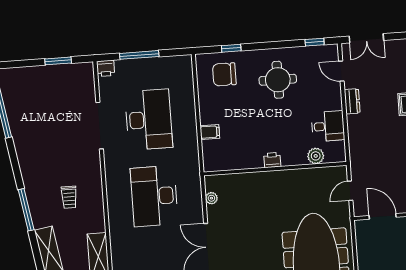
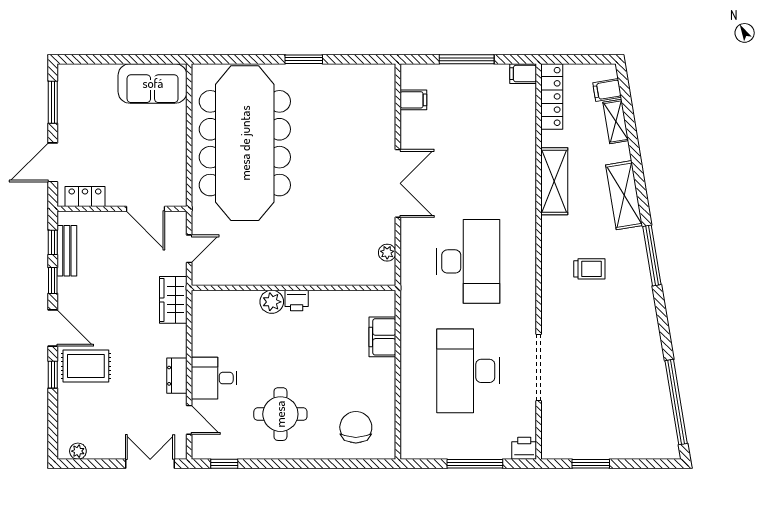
window: (231, 48) -> (343, 464), removed
chair: (224, 74) -> (356, 427), turned -90
desk: (328, 126) -> (214, 378), moved
filing cabinet: (210, 132) -> (382, 337), width x2.00
wardrobe: (359, 154) -> (173, 300), added
plant: (316, 156) -> (272, 302), moved
trolley: (69, 197) -> (589, 269), turned 90

